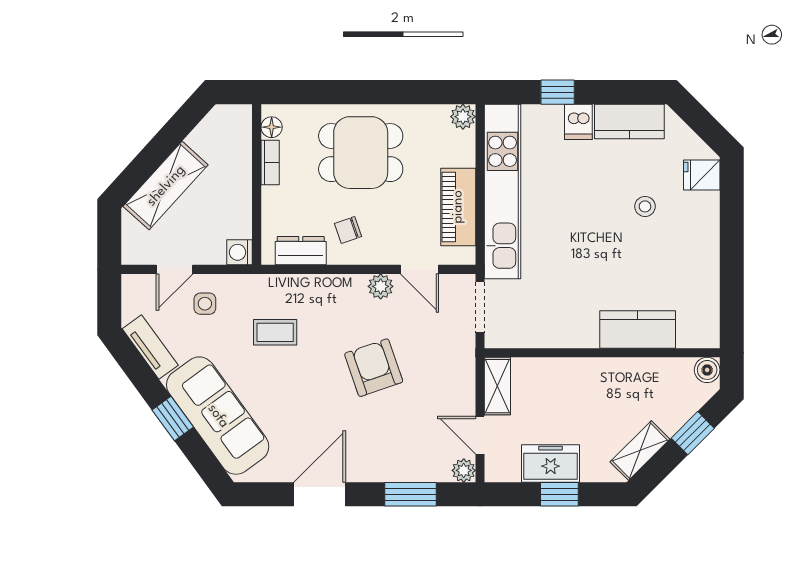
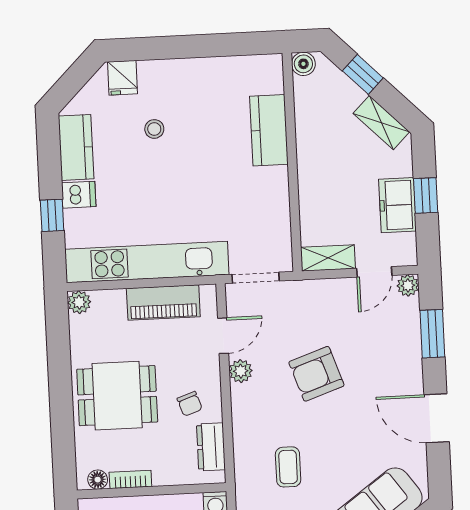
dining table: (361, 153) -> (117, 396), turned 90

